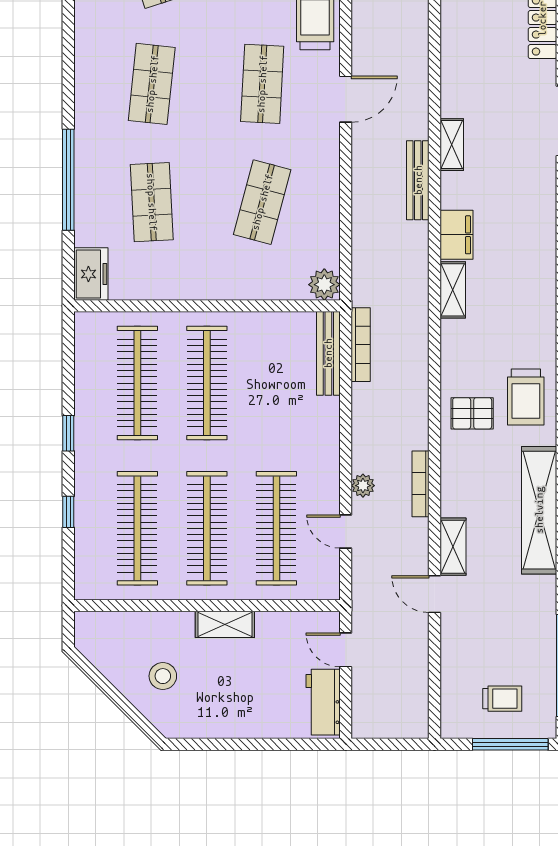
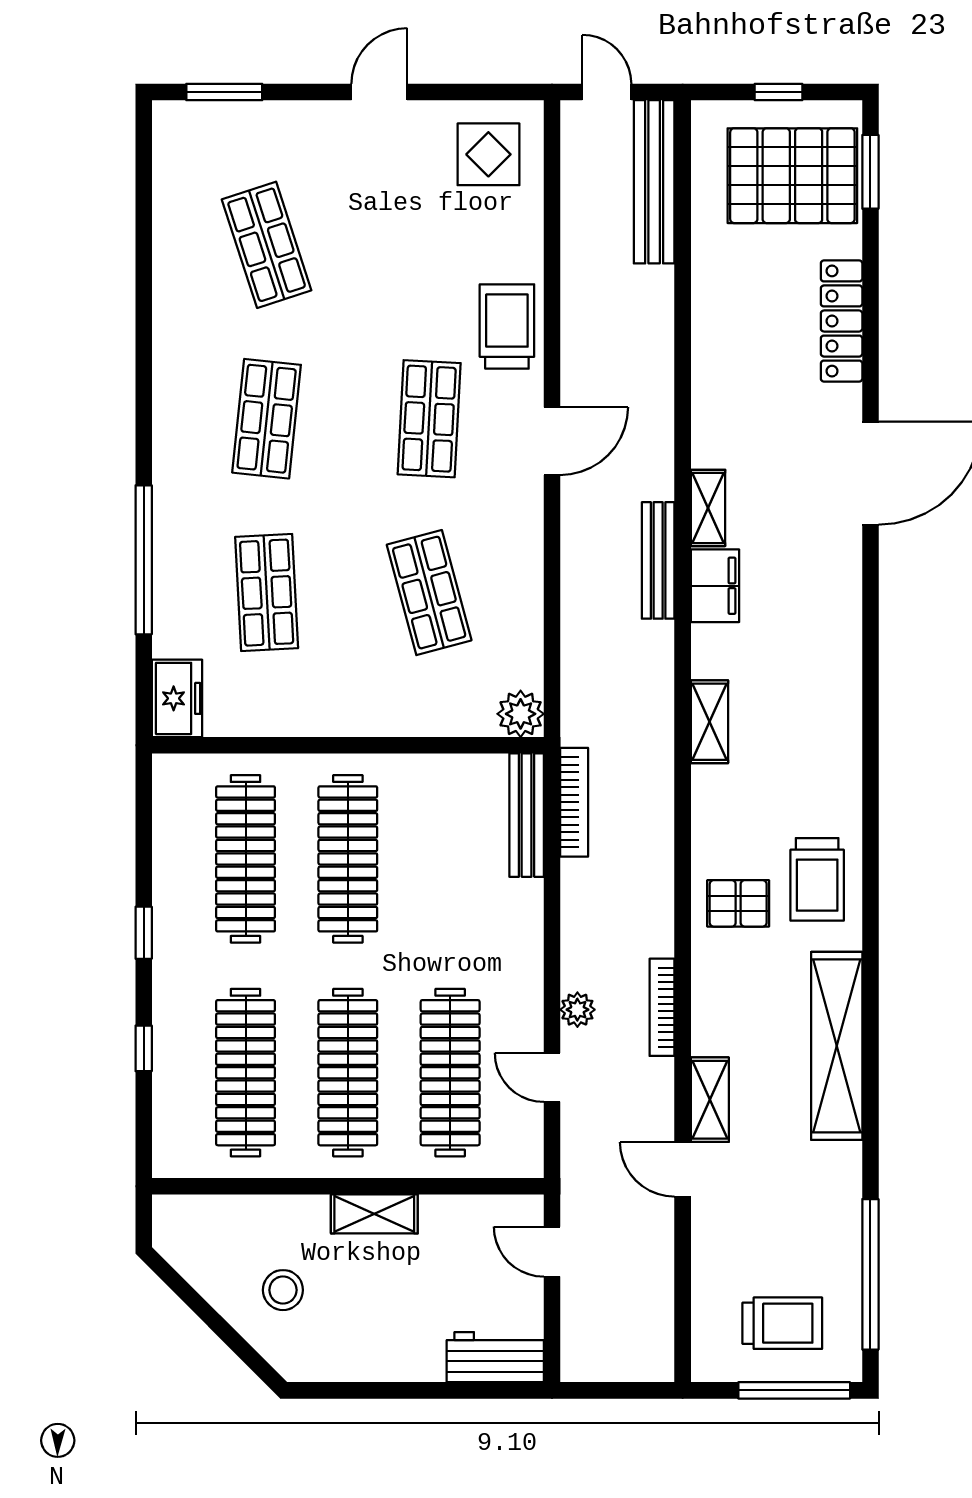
shop shelf: (262, 202) -> (429, 593), turned -30
filing cabinet: (456, 235) -> (715, 586), moved
trolley: (502, 699) -> (782, 1323), width x1.36, depth x1.39
workbench: (323, 702) -> (495, 1357), moved, turned 90

